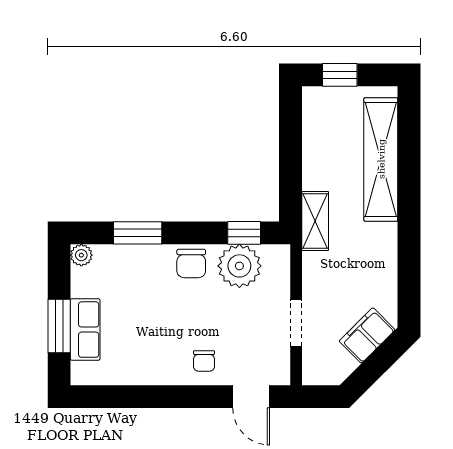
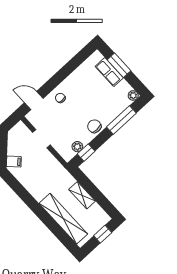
shelving: (315, 221) -> (82, 195), moved
window: (138, 233) -> (121, 120), width x1.44
plant: (239, 266) -> (77, 147), width x0.53, depth x0.53
filing cabinet: (367, 335) -> (14, 162), width x0.50

